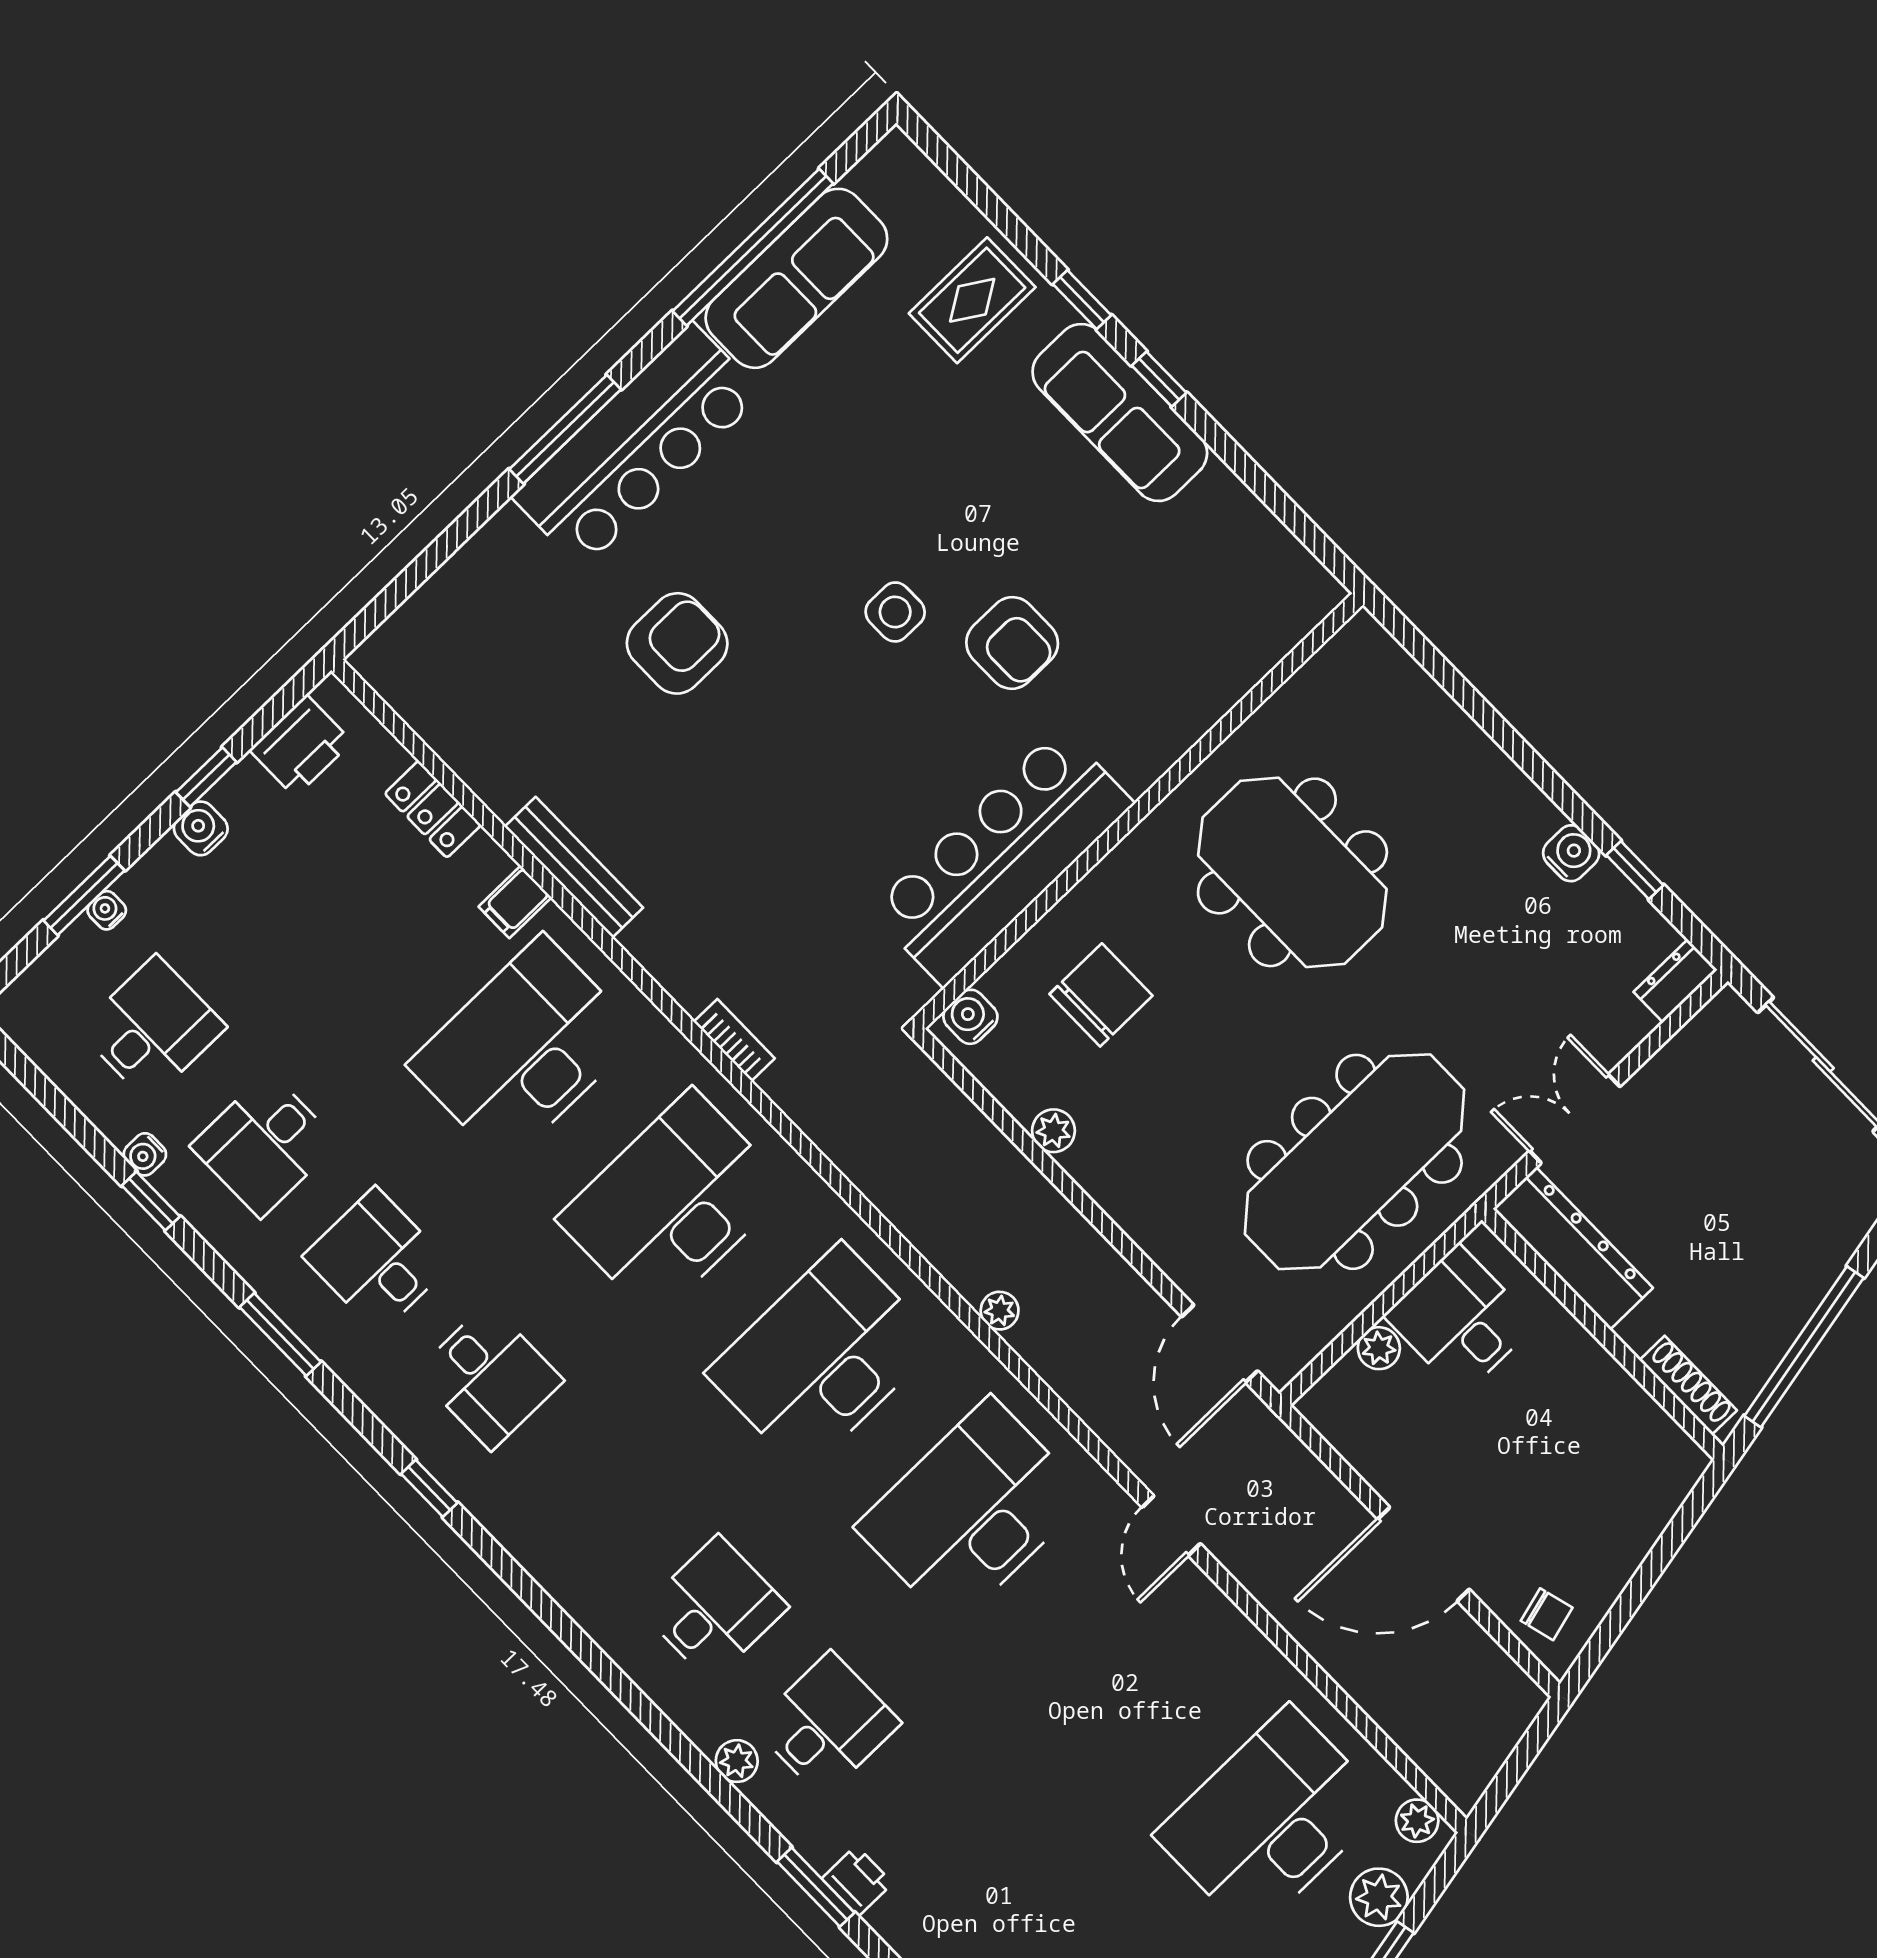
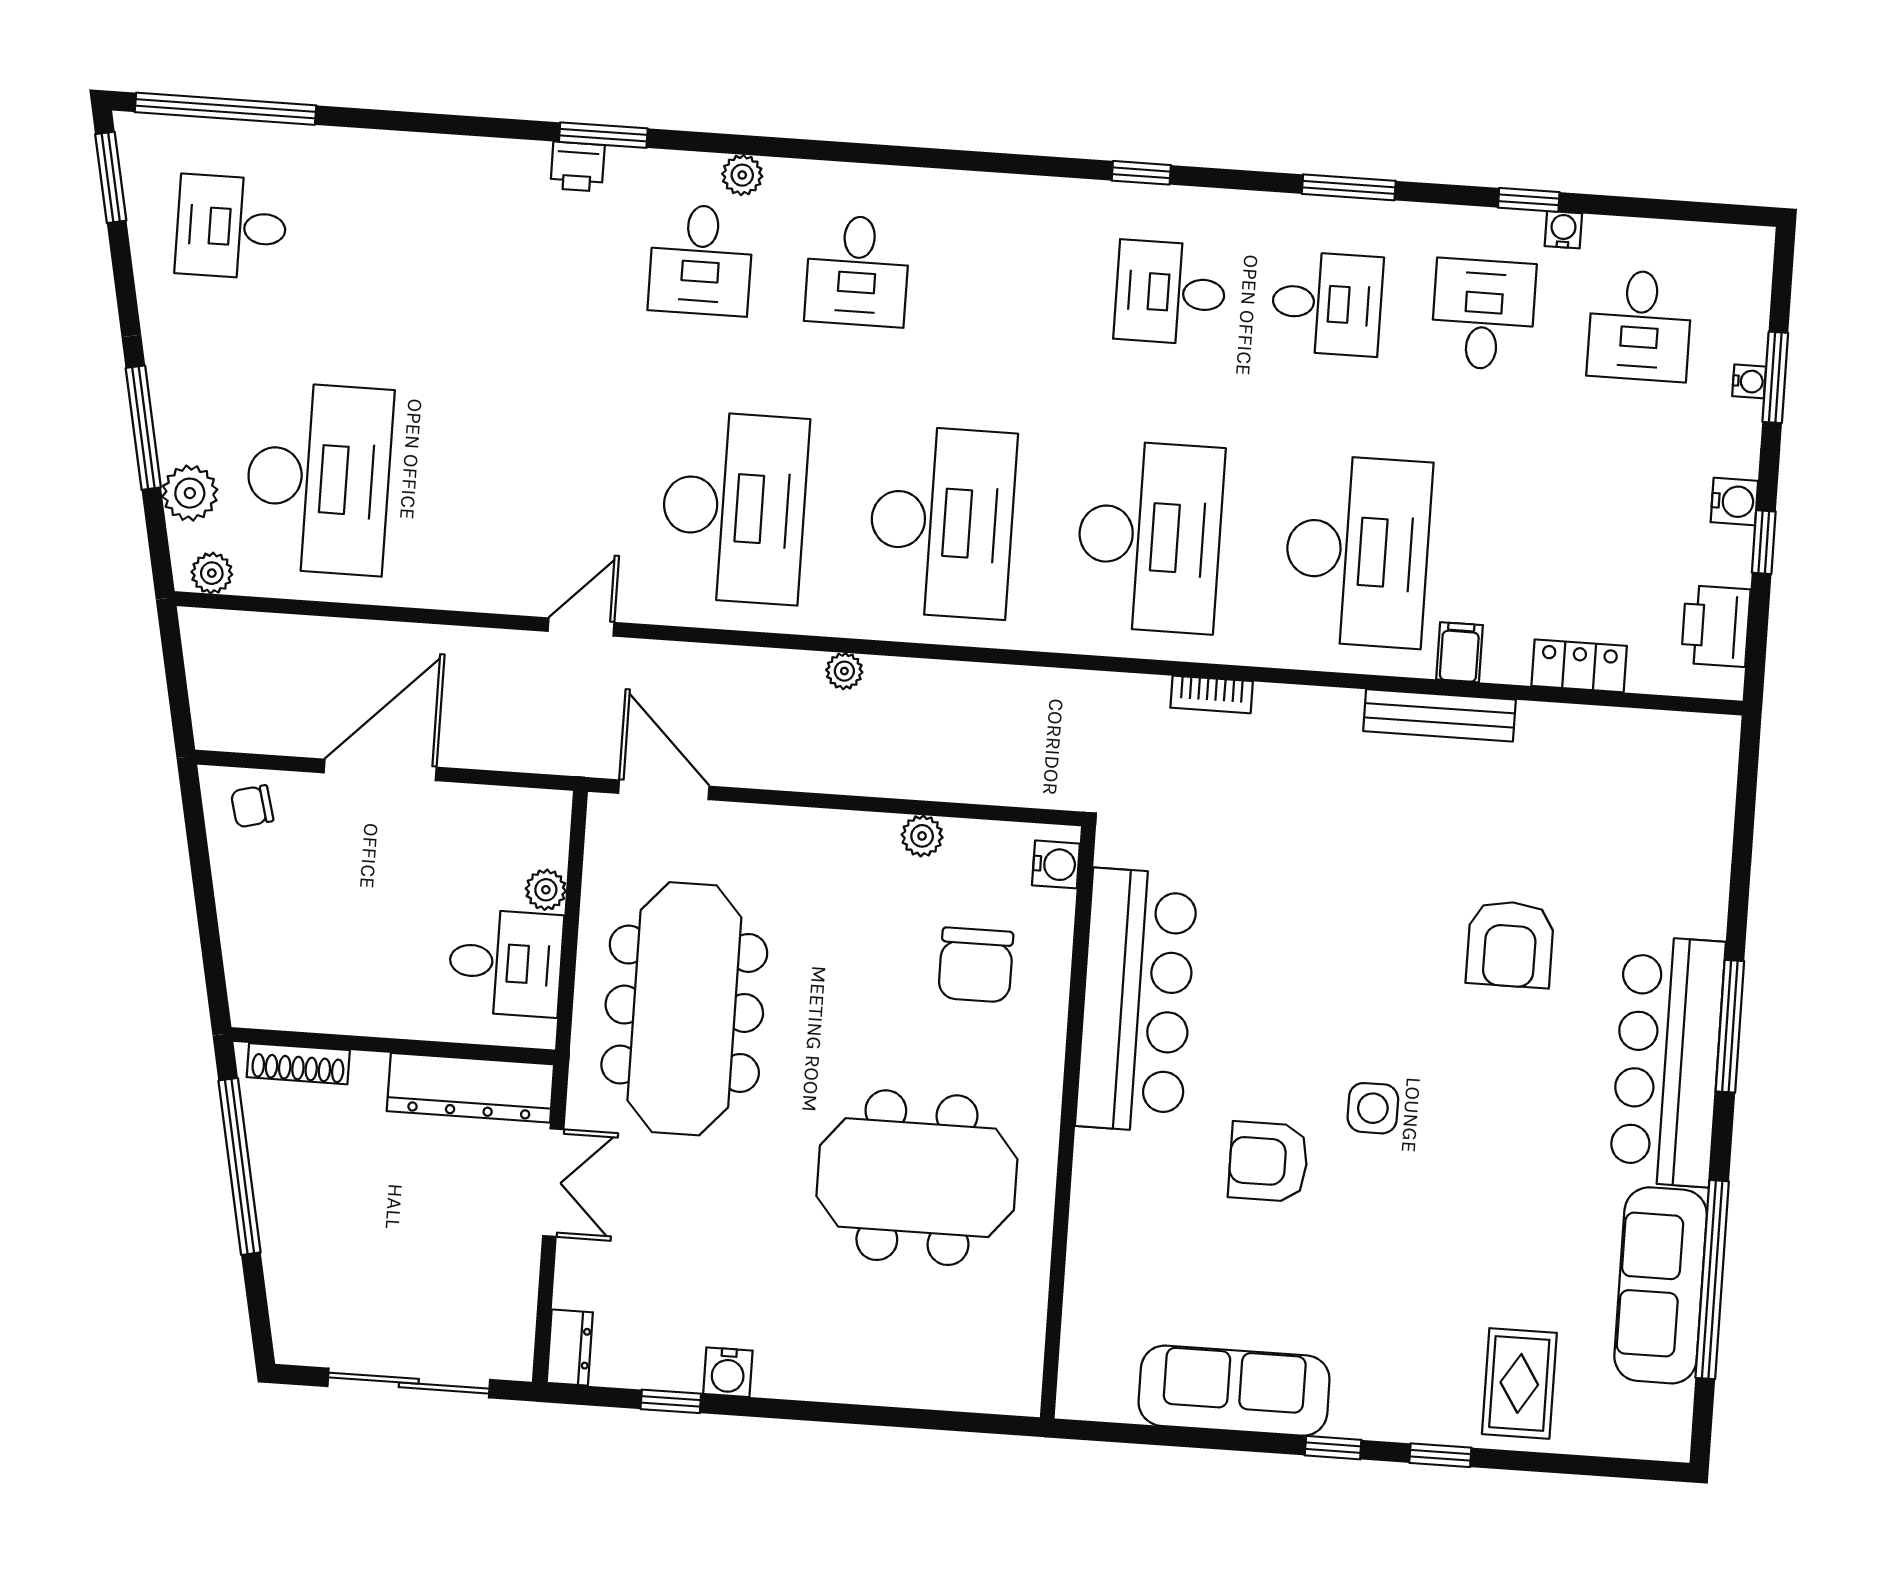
sofa: (1120, 413) -> (1234, 1391), moved
door: (1171, 1526) -> (581, 627), hinge flipped

